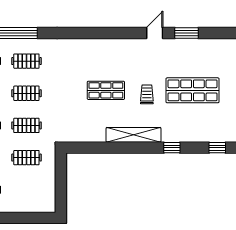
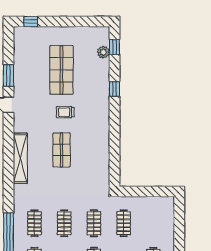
shelving: (134, 135) -> (20, 158), moved
plant: (212, 136) -> (103, 52), added

